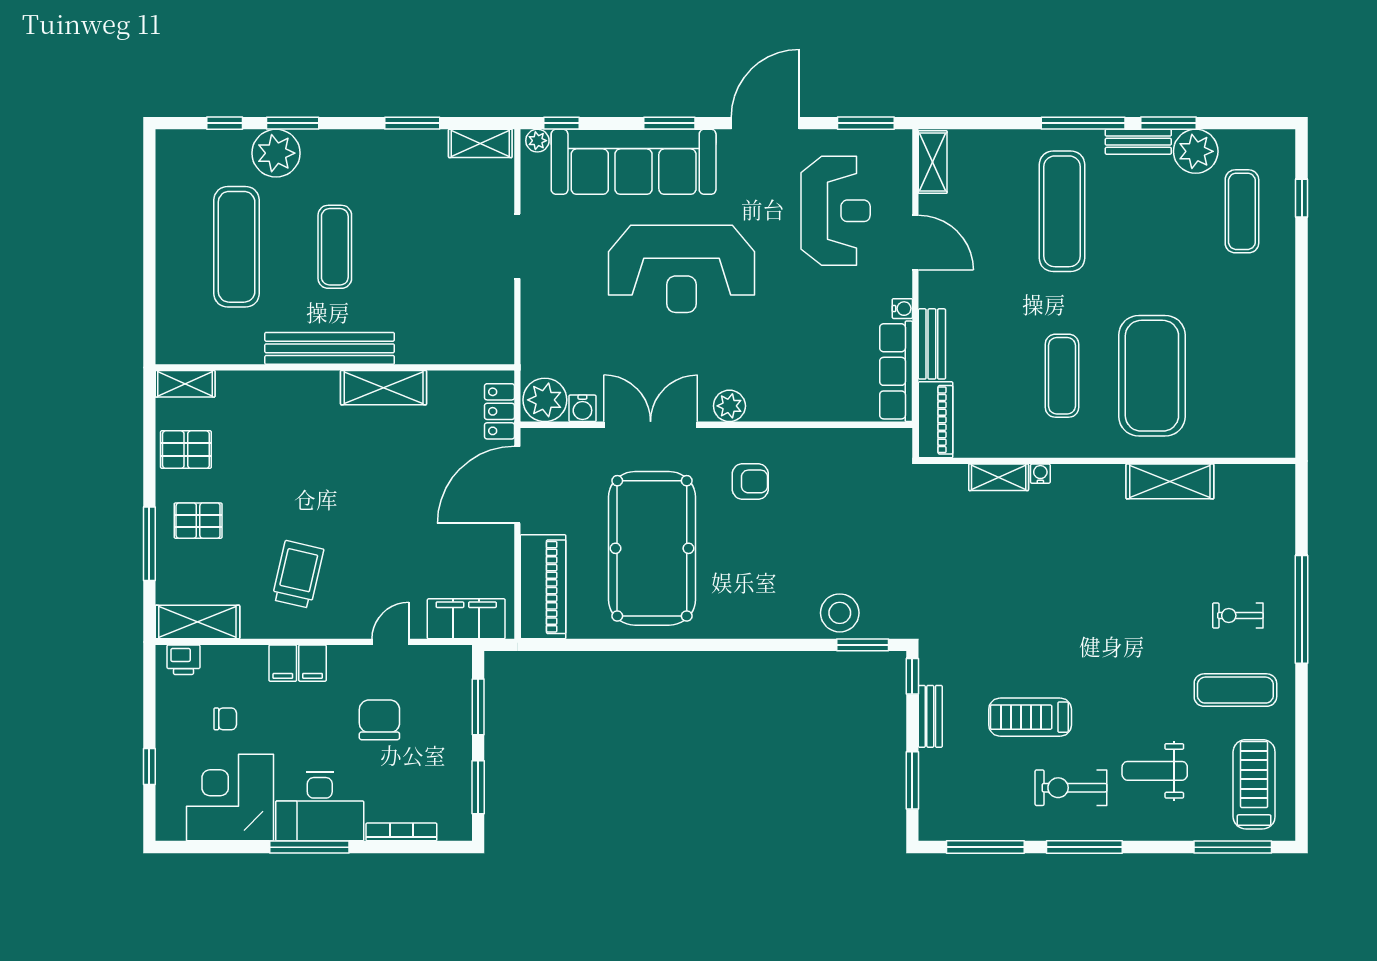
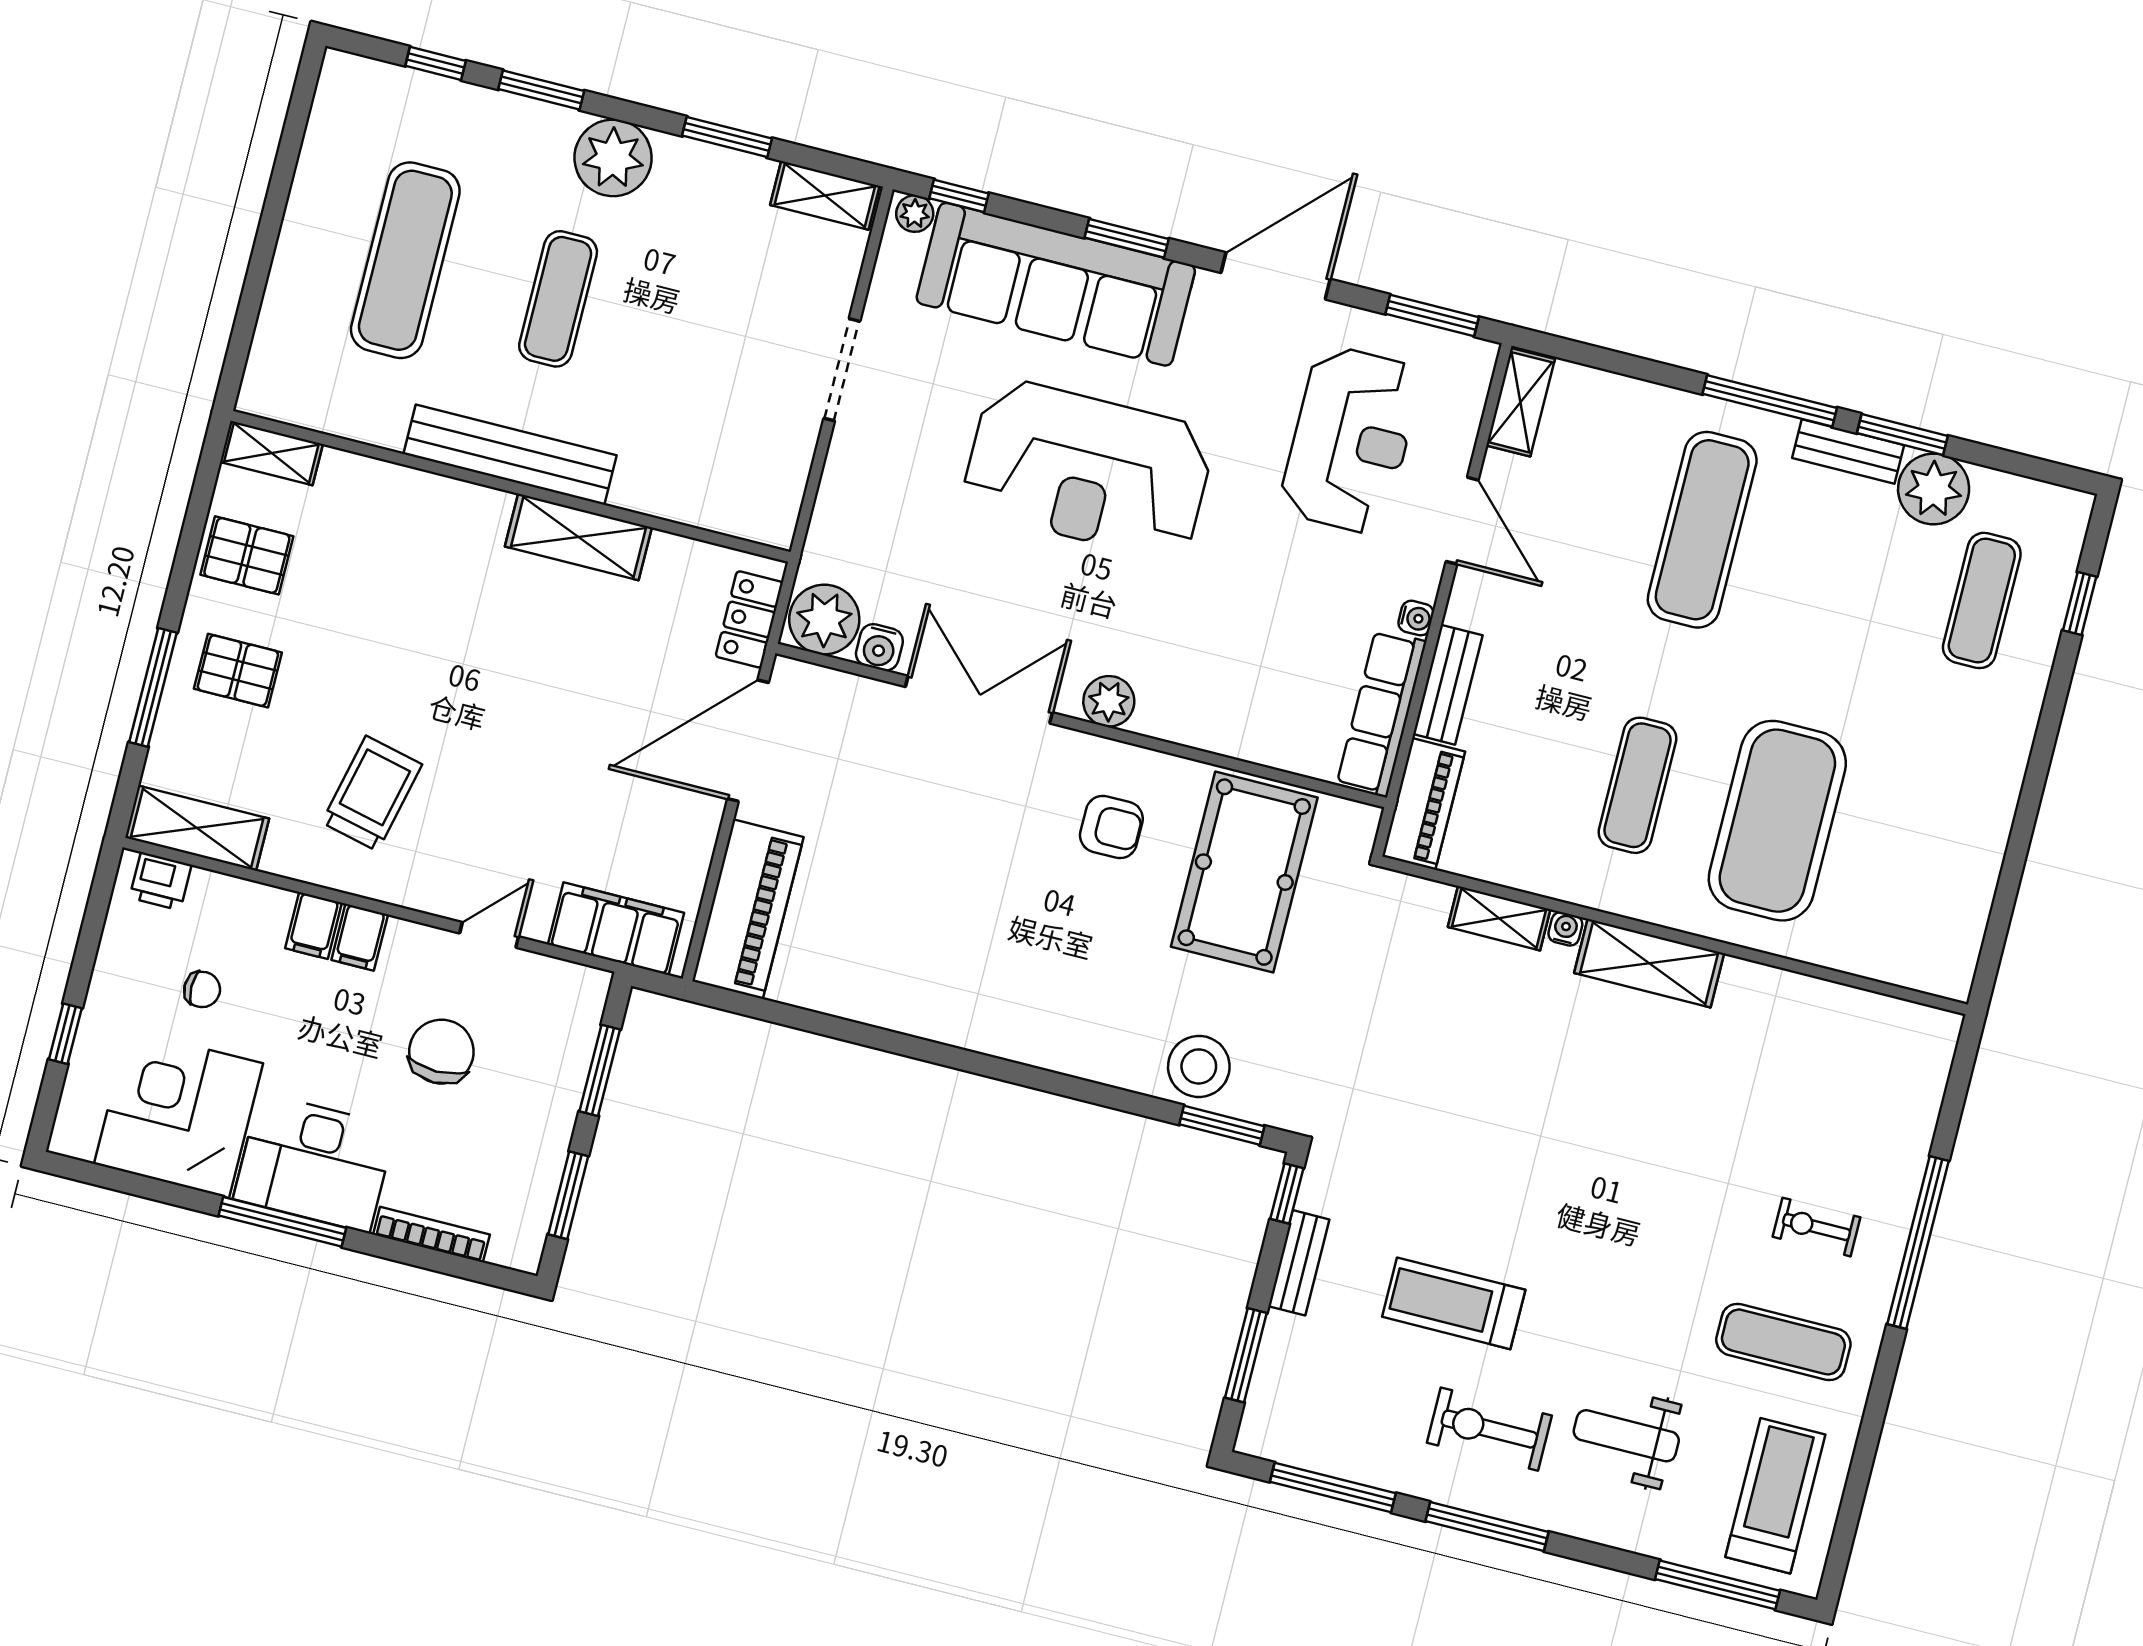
plant: (276, 153) -> (613, 158), moved
shelving: (1170, 481) -> (1649, 963), moved
pool table: (652, 548) -> (1244, 872), moved, width x0.73, depth x0.76

